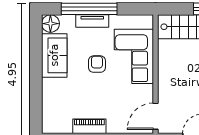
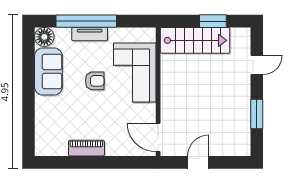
armchair: (97, 64) -> (95, 81), turned 90
door: (155, 116) -> (158, 137), hinge flipped

